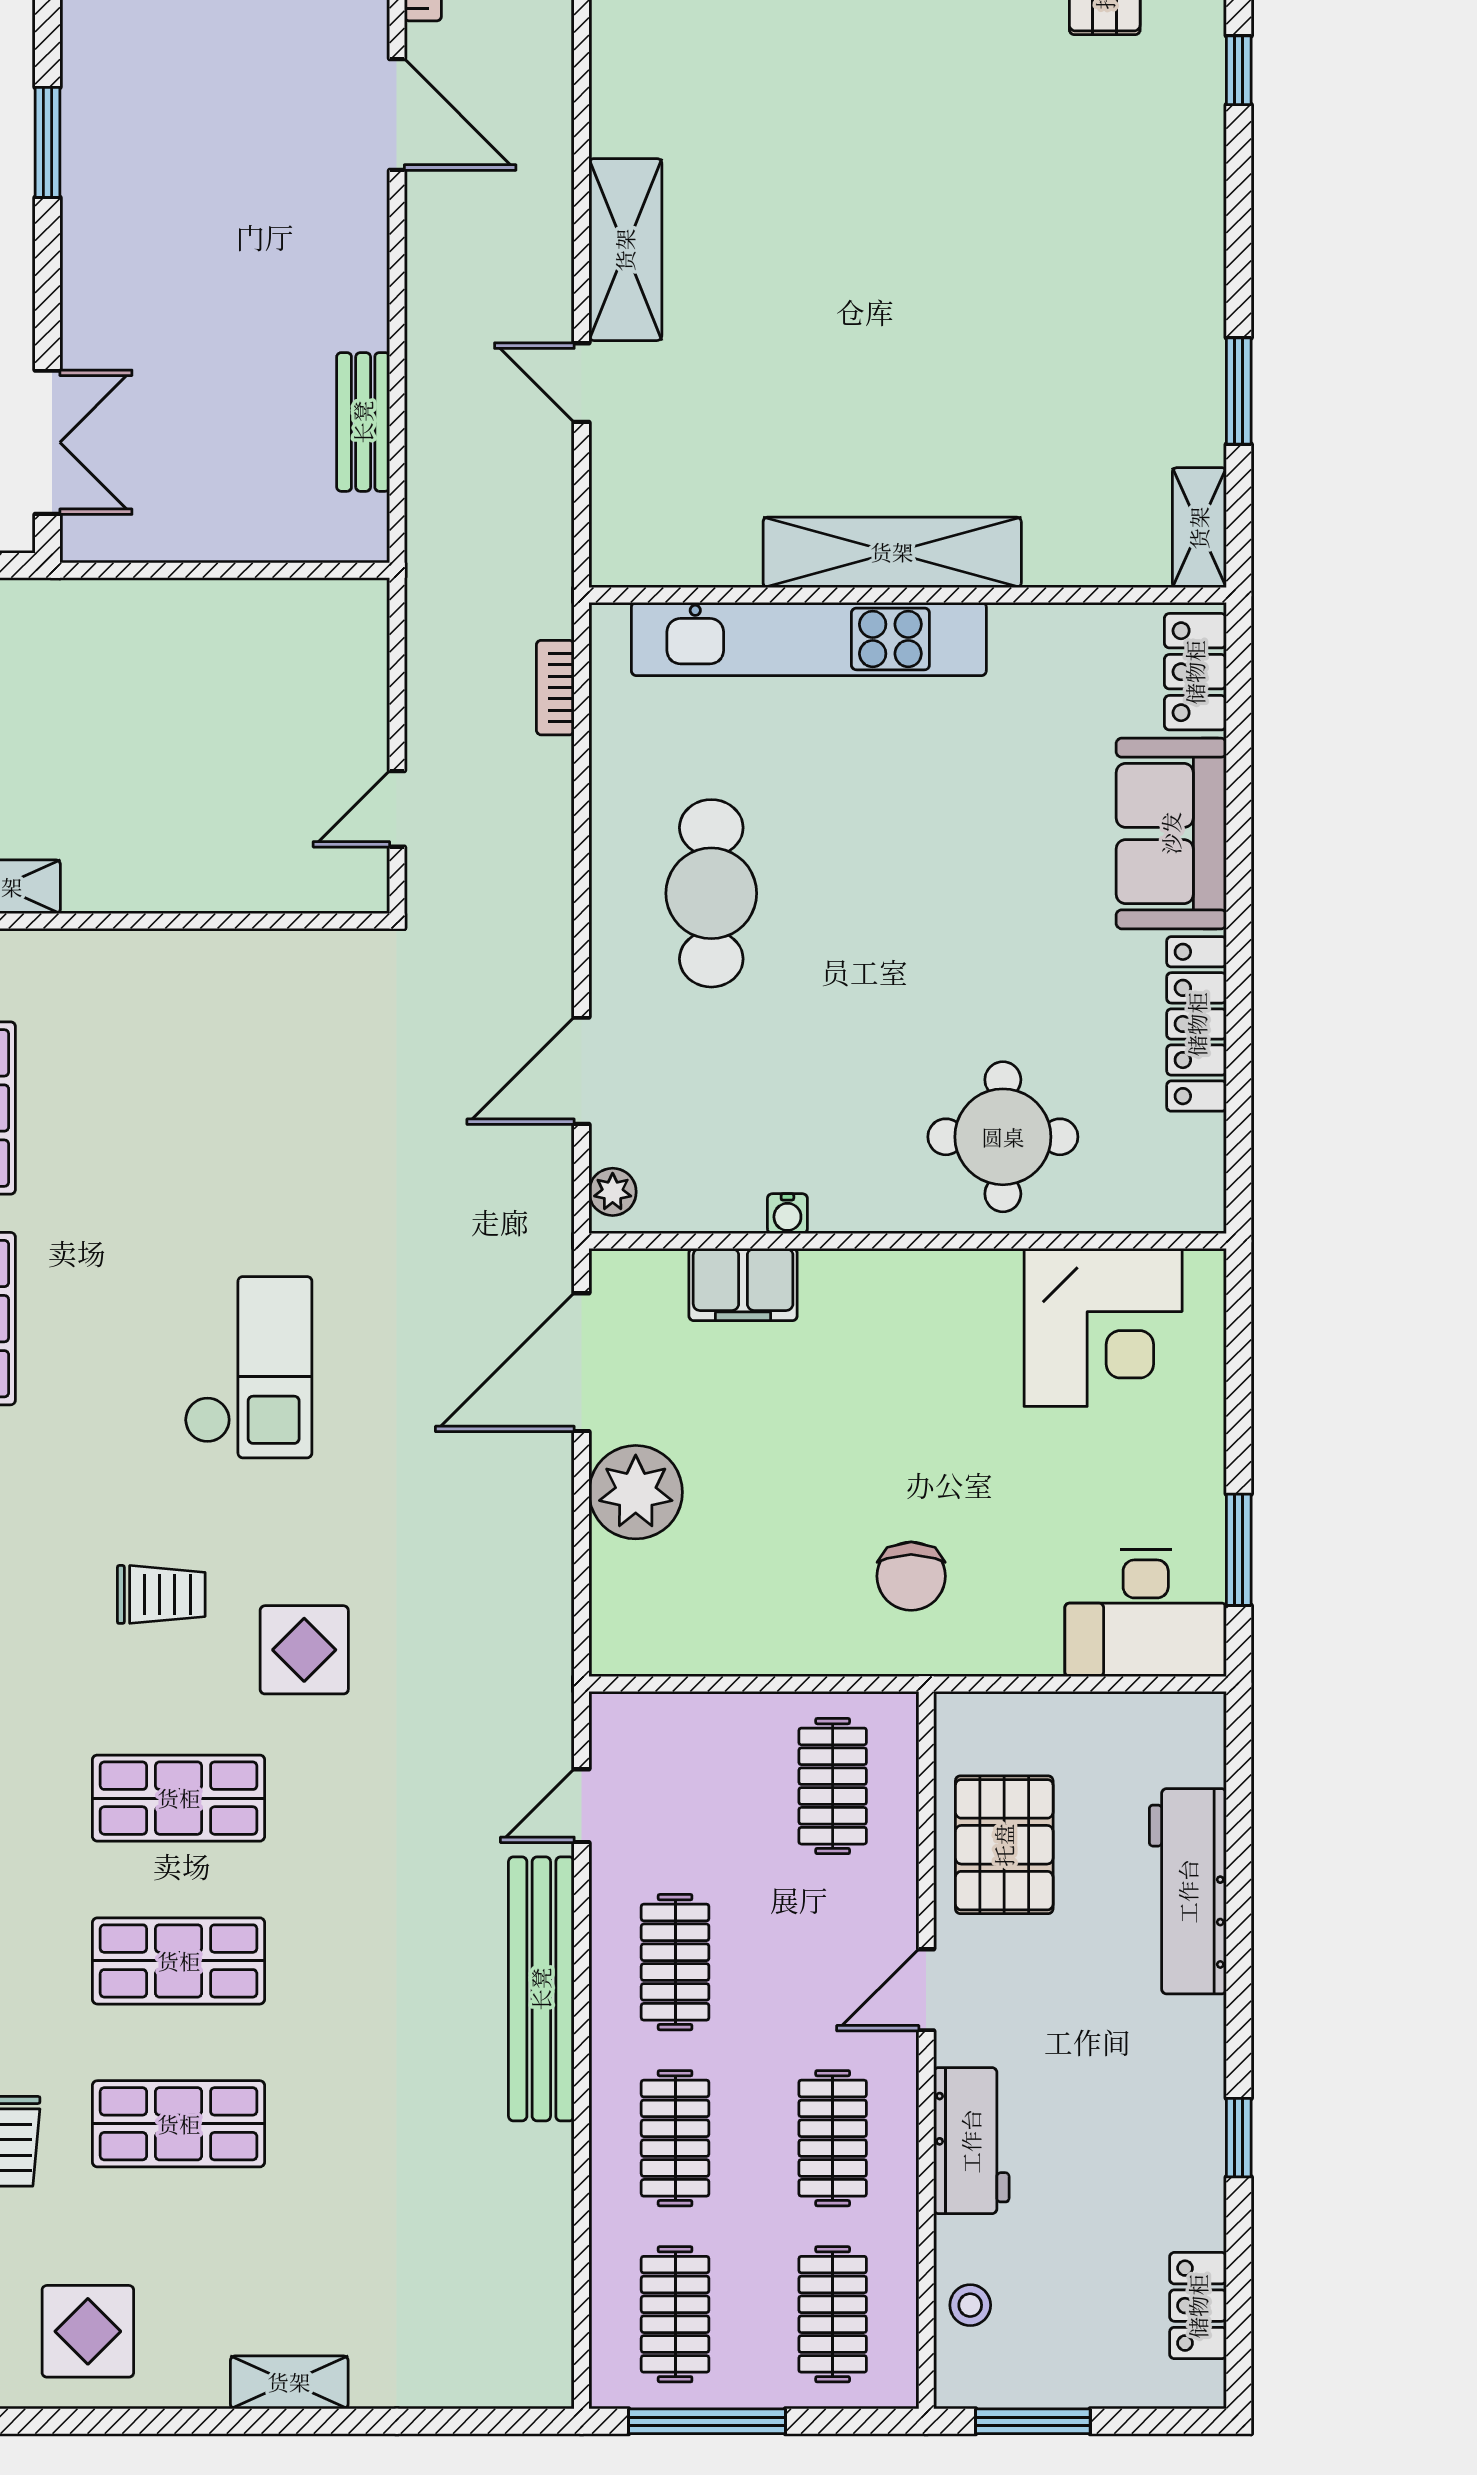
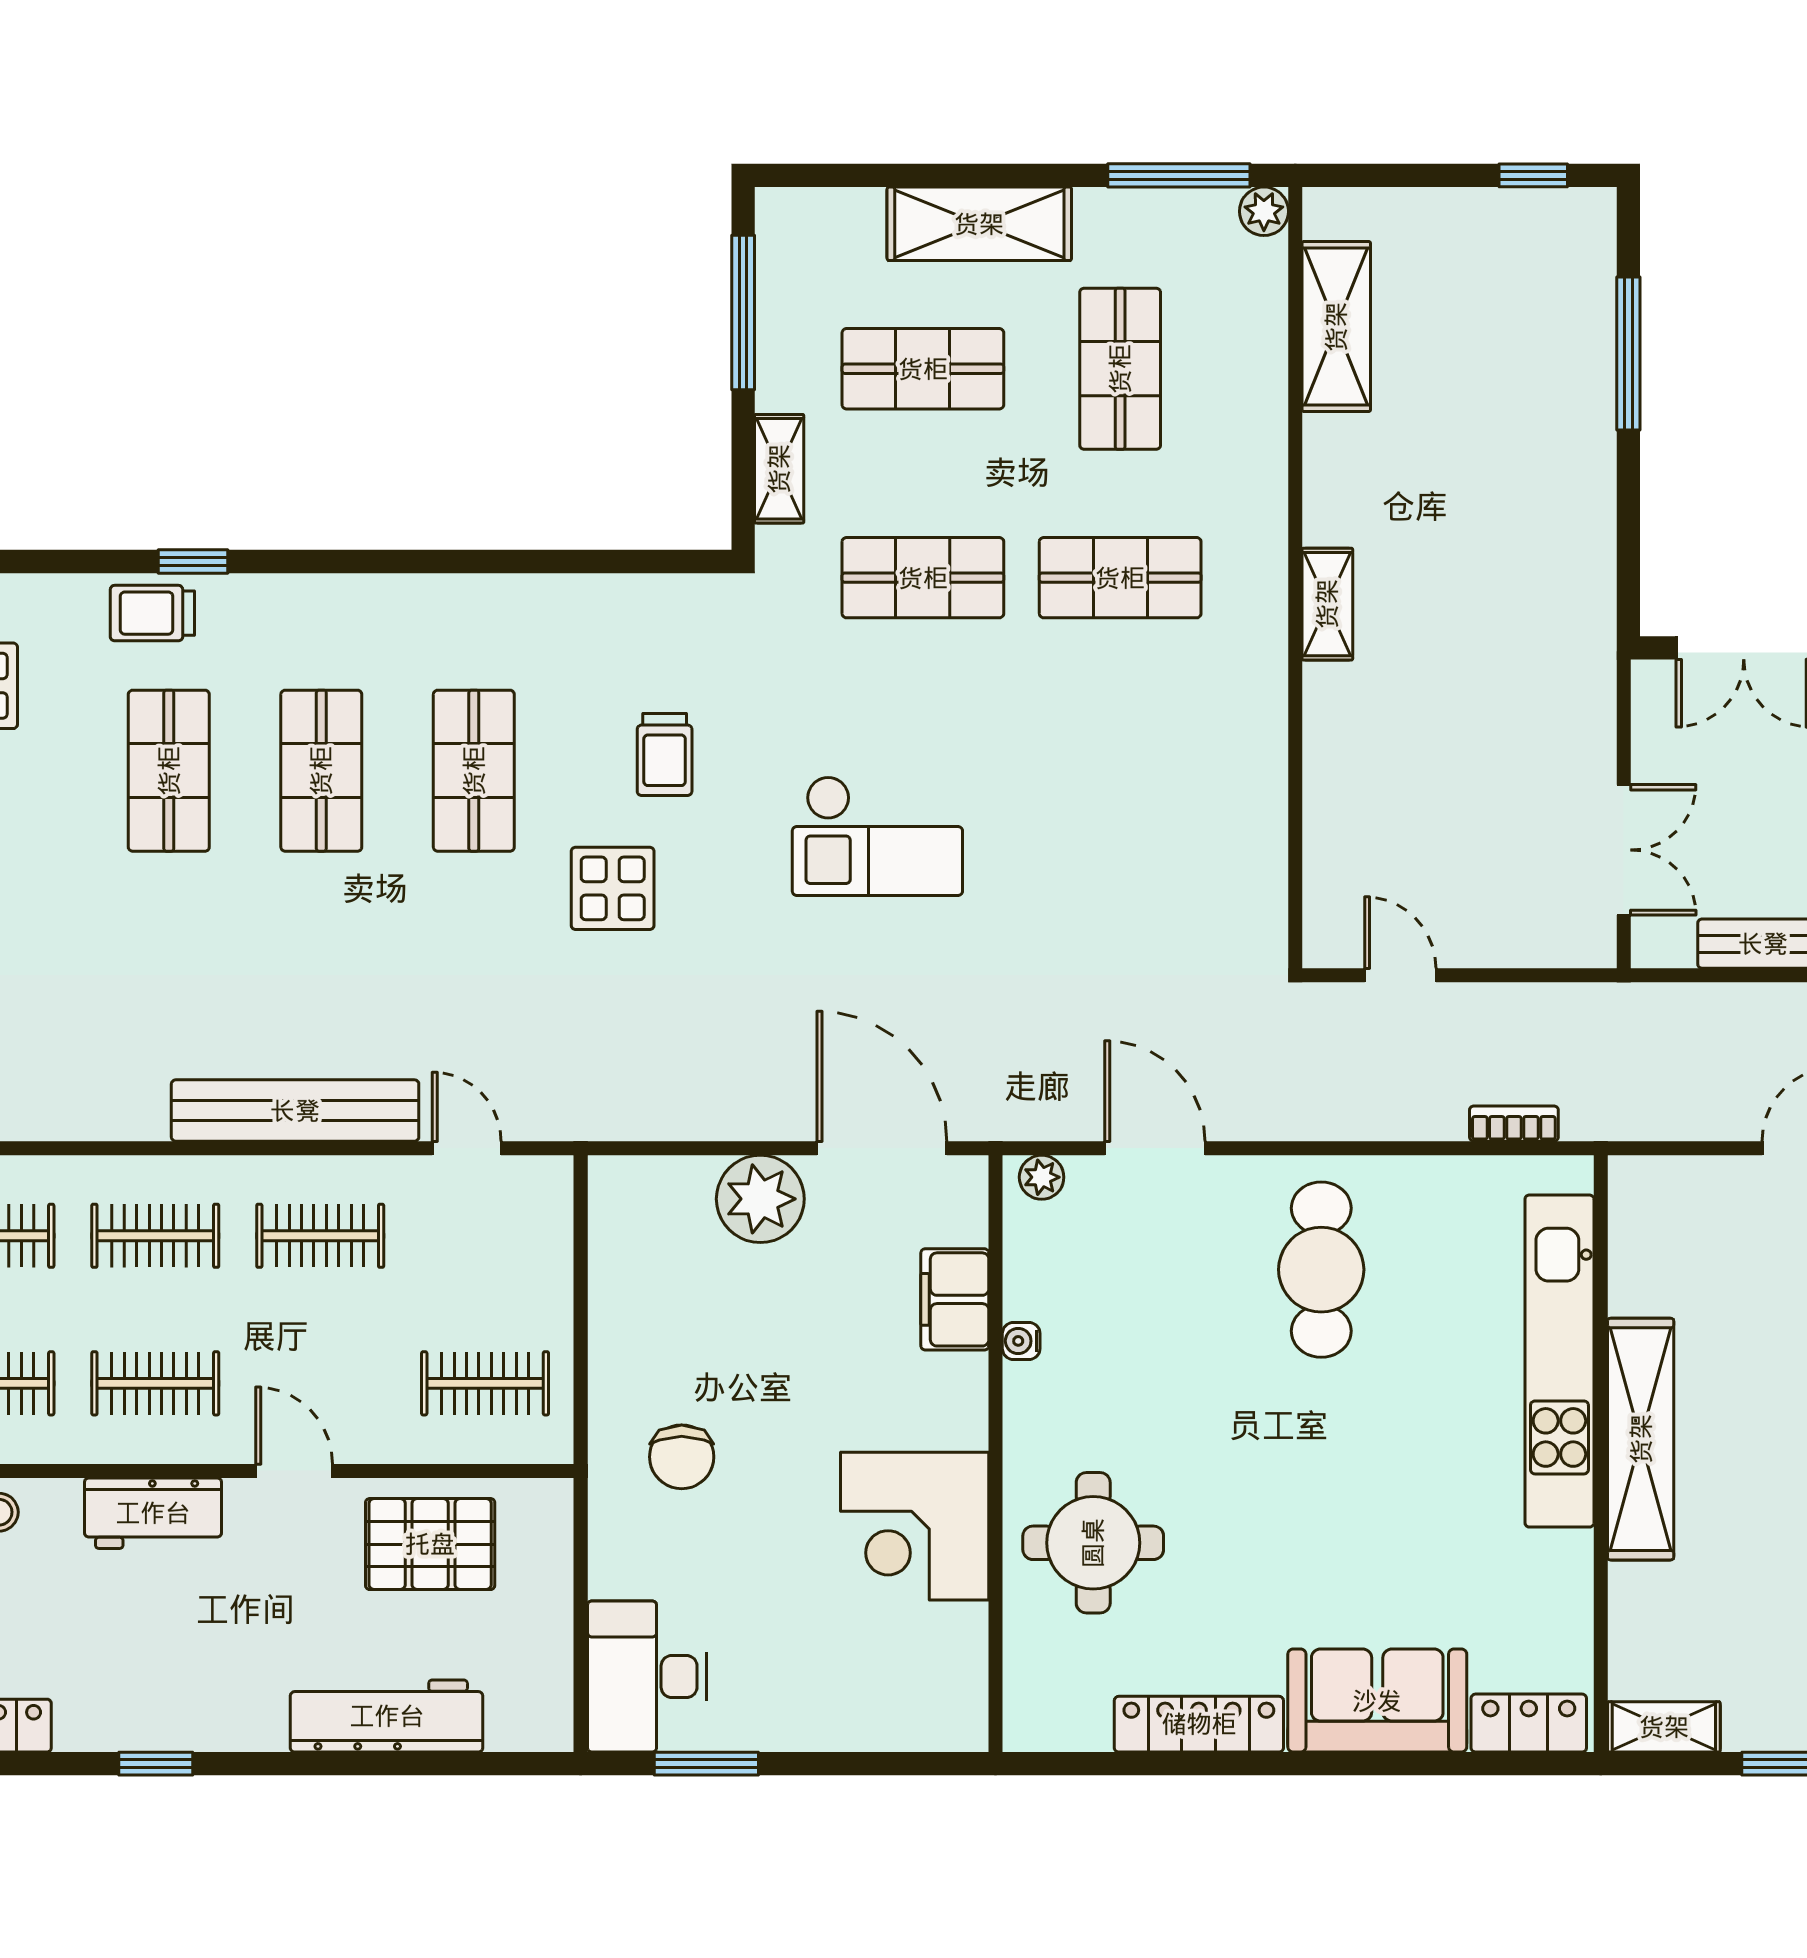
double door: (263, 570) -> (1624, 850), added
cafe table: (711, 893) -> (1321, 1270), turned 90
corner desk: (1103, 1327) -> (915, 1526), moved
chair: (911, 1576) -> (682, 1457), turned -90

